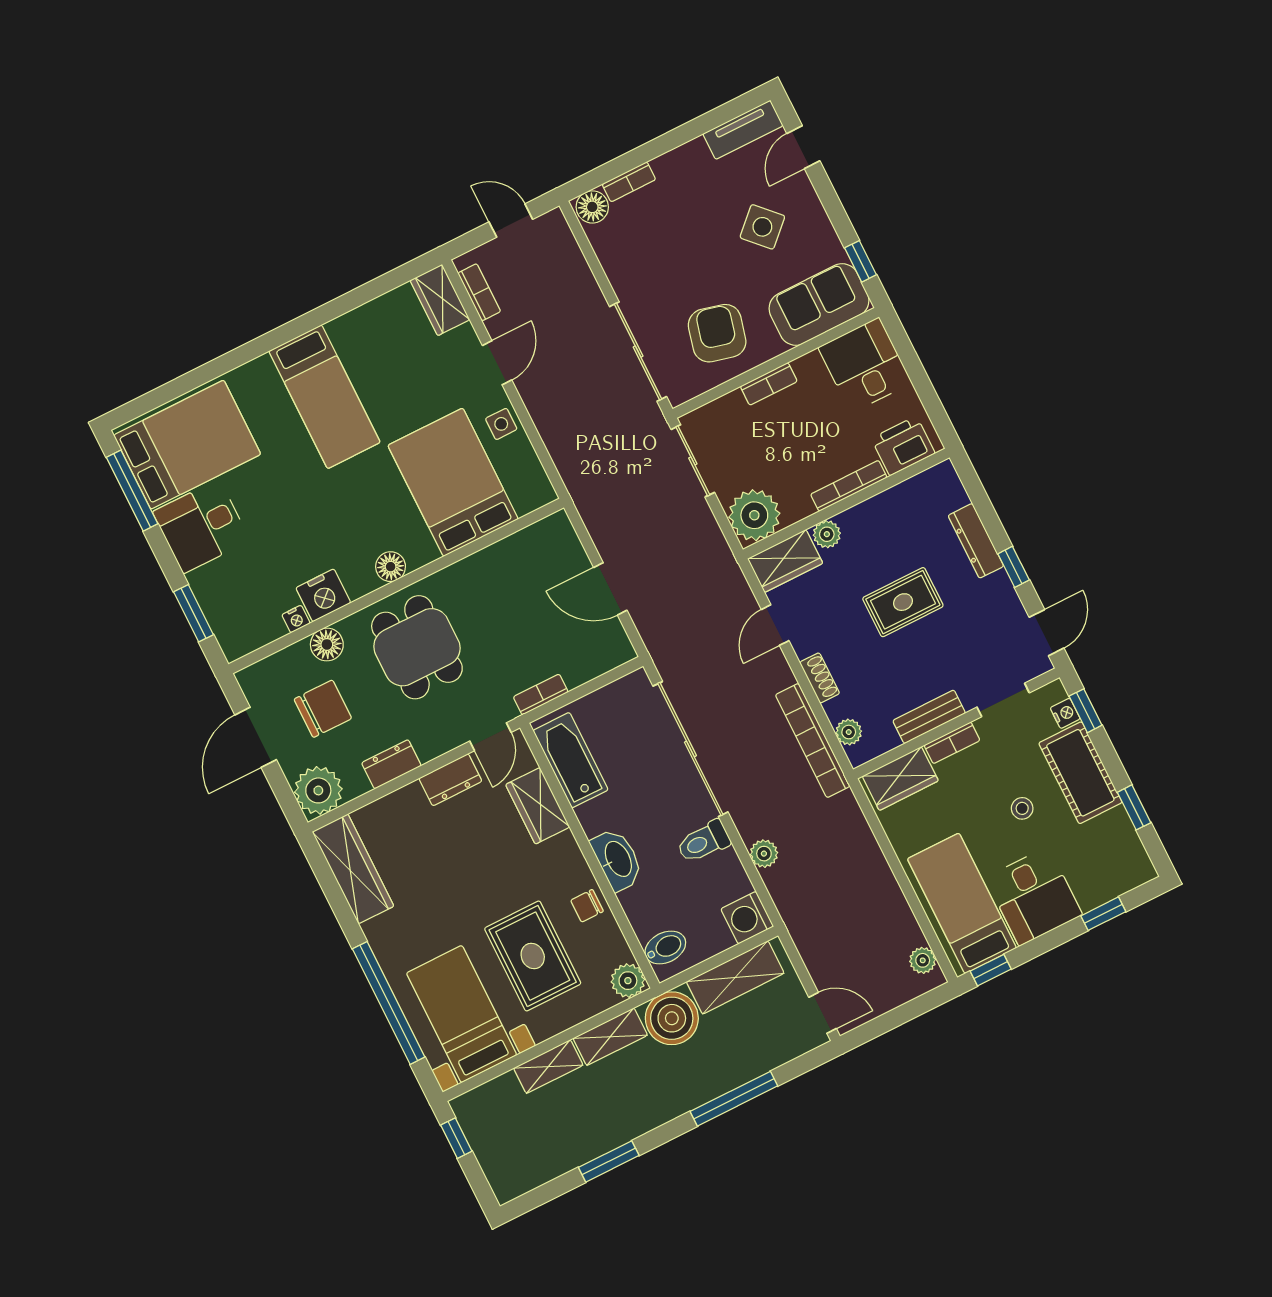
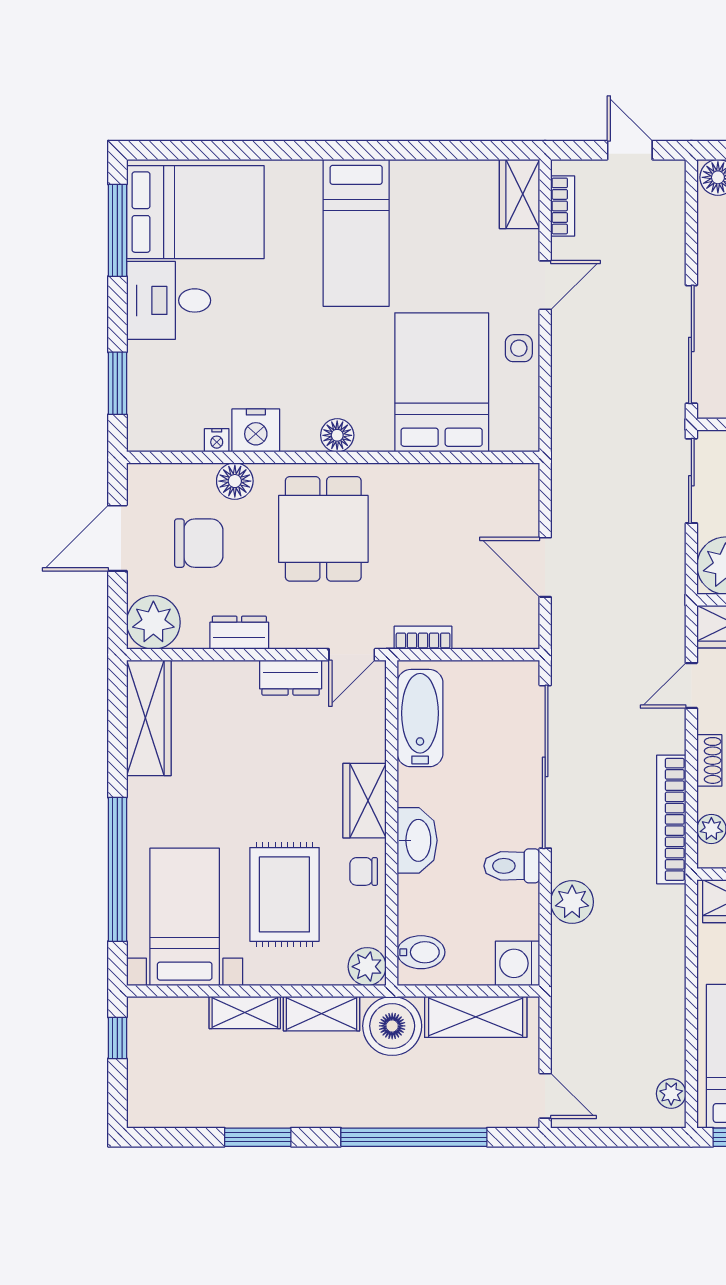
wardrobe: (538, 806) -> (365, 801), moved
plant: (764, 854) -> (572, 902), width x1.38, depth x1.38
window: (734, 1099) -> (414, 1137), width x1.46

